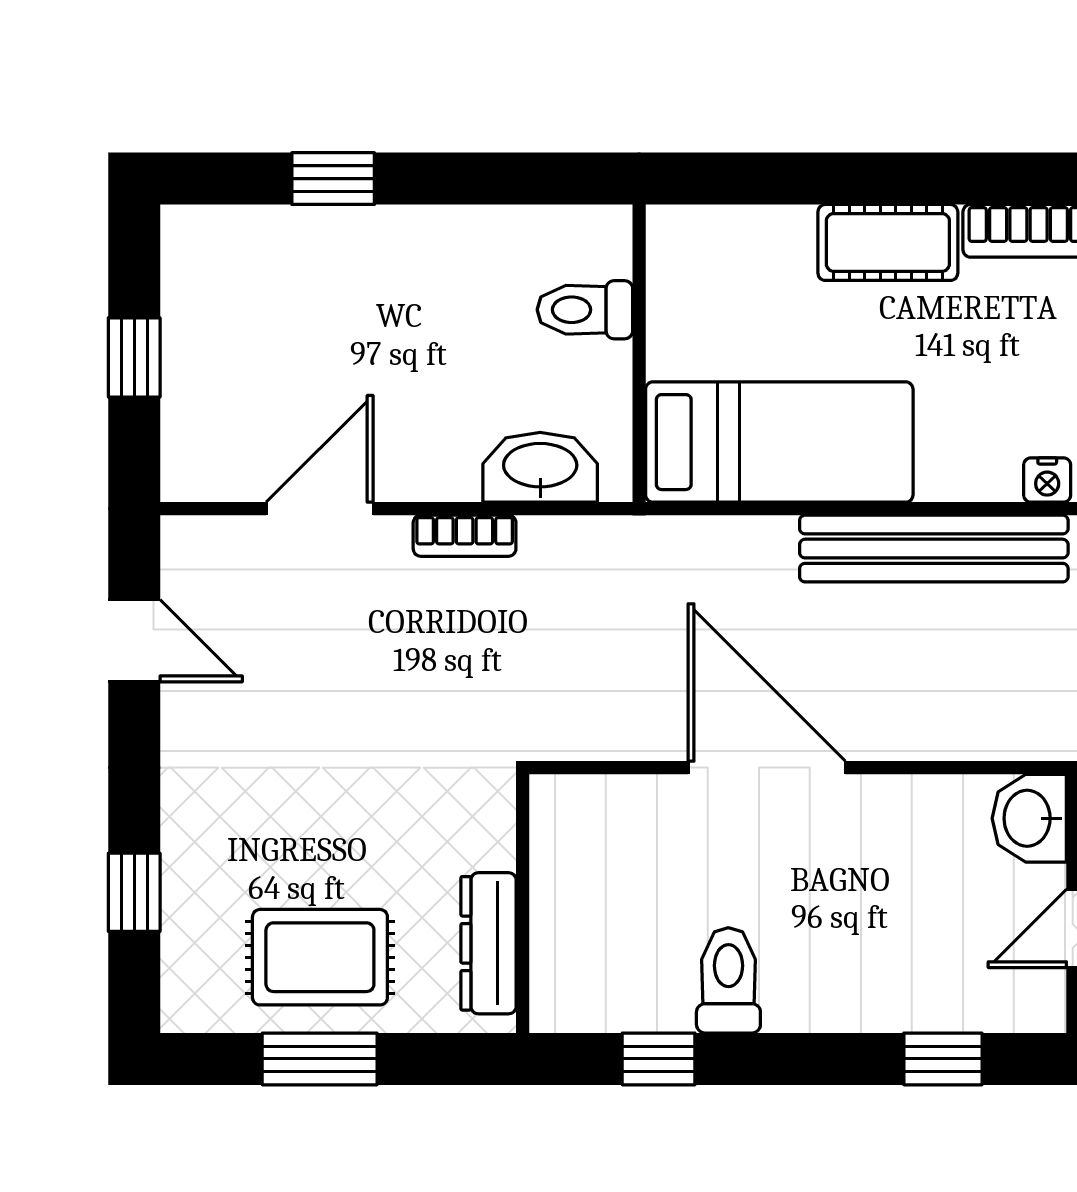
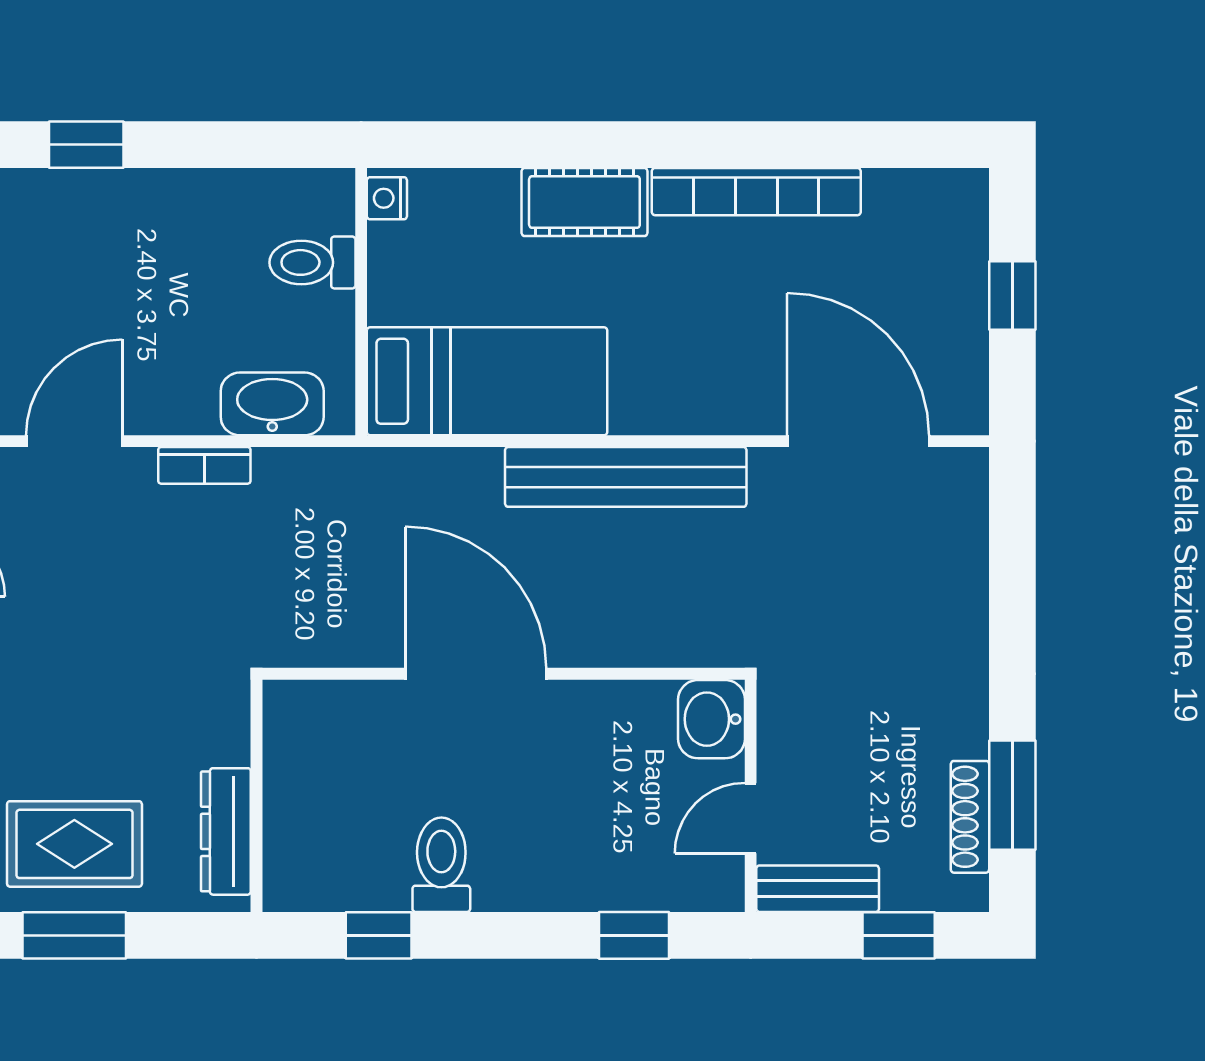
nightstand: (1047, 480) -> (387, 198), moved, turned 90

